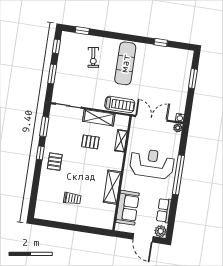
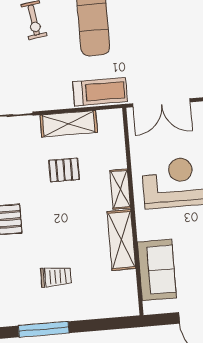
double door: (151, 118) -> (161, 103), swing flipped
shelving: (121, 141) -> (120, 189), moved
window: (59, 225) -> (44, 329), added

